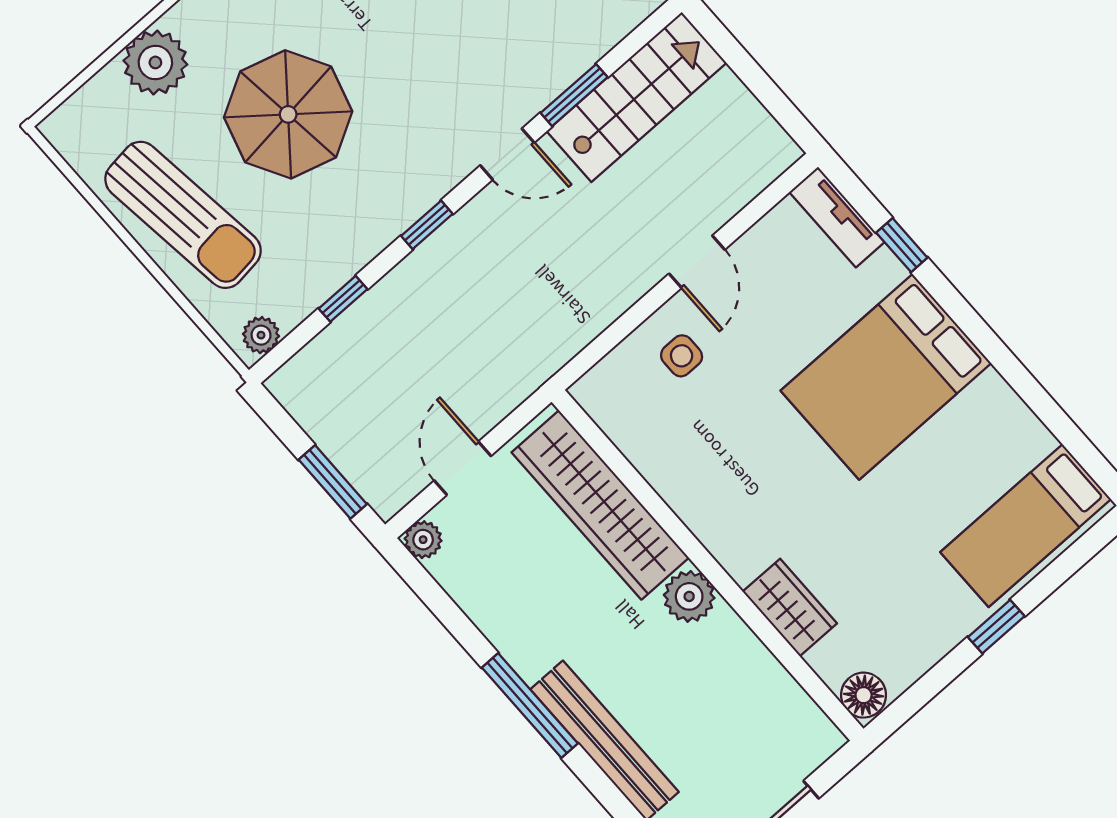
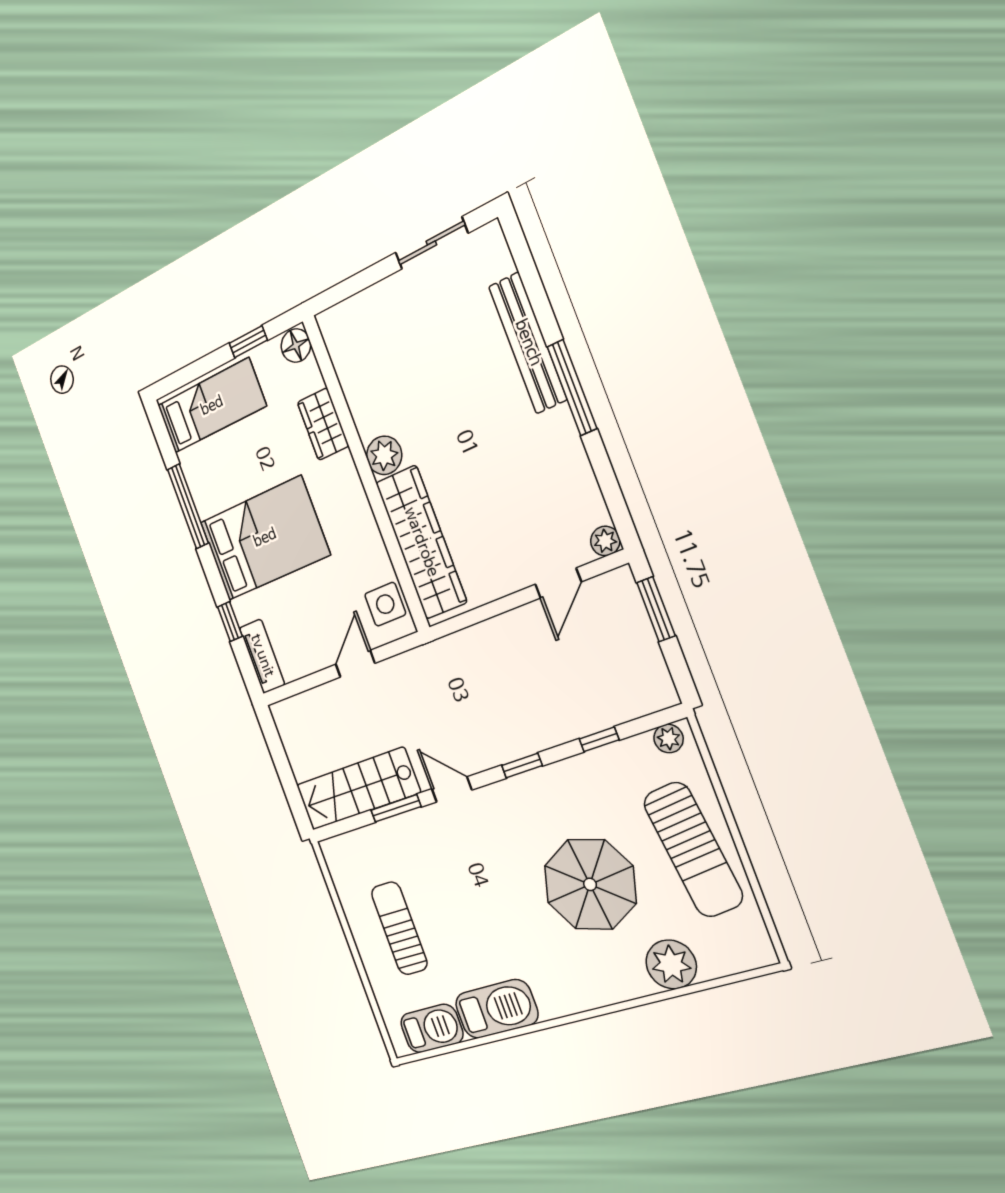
sun lounger: (183, 215) -> (693, 849), turned 180
side table: (682, 356) -> (385, 604), width x1.37, depth x1.37
window: (1019, 378) -> (188, 506), added
wardrobe: (600, 505) -> (421, 542), moved
wall: (707, 565) -> (366, 473), moved
plant: (689, 596) -> (384, 455), moved
wardrobe: (790, 608) -> (323, 424), moved
floor lamp: (864, 695) -> (296, 346), moved

